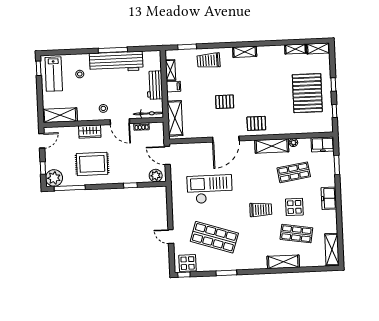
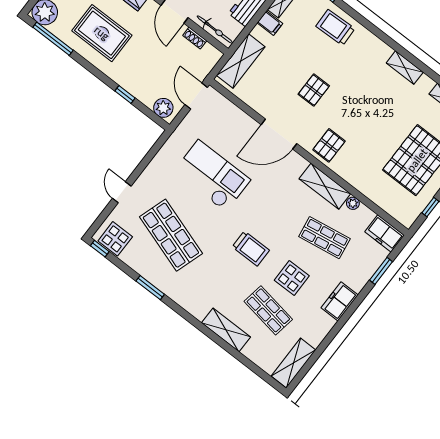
shelving: (245, 52) -> (405, 68), moved
pallet: (225, 102) -> (314, 90), turned 90
pallet: (256, 123) -> (329, 145), turned 90

